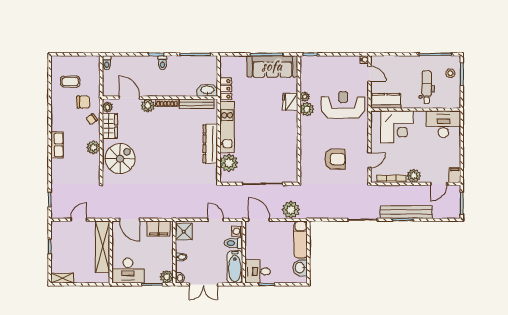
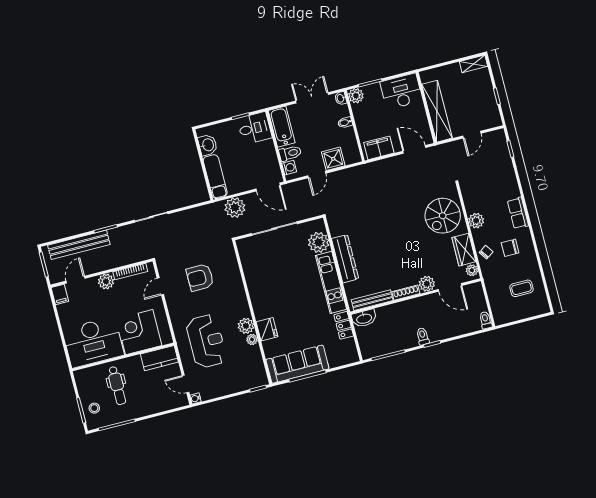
chair: (83, 102) -> (510, 248), moved
reception desk: (343, 105) -> (206, 341), turned -90
desk: (443, 124) -> (93, 342), width x1.36, depth x1.30
bench: (406, 212) -> (79, 245), moved
door: (216, 220) -> (317, 174), hinge flipped
shower: (184, 232) -> (333, 159), moved

